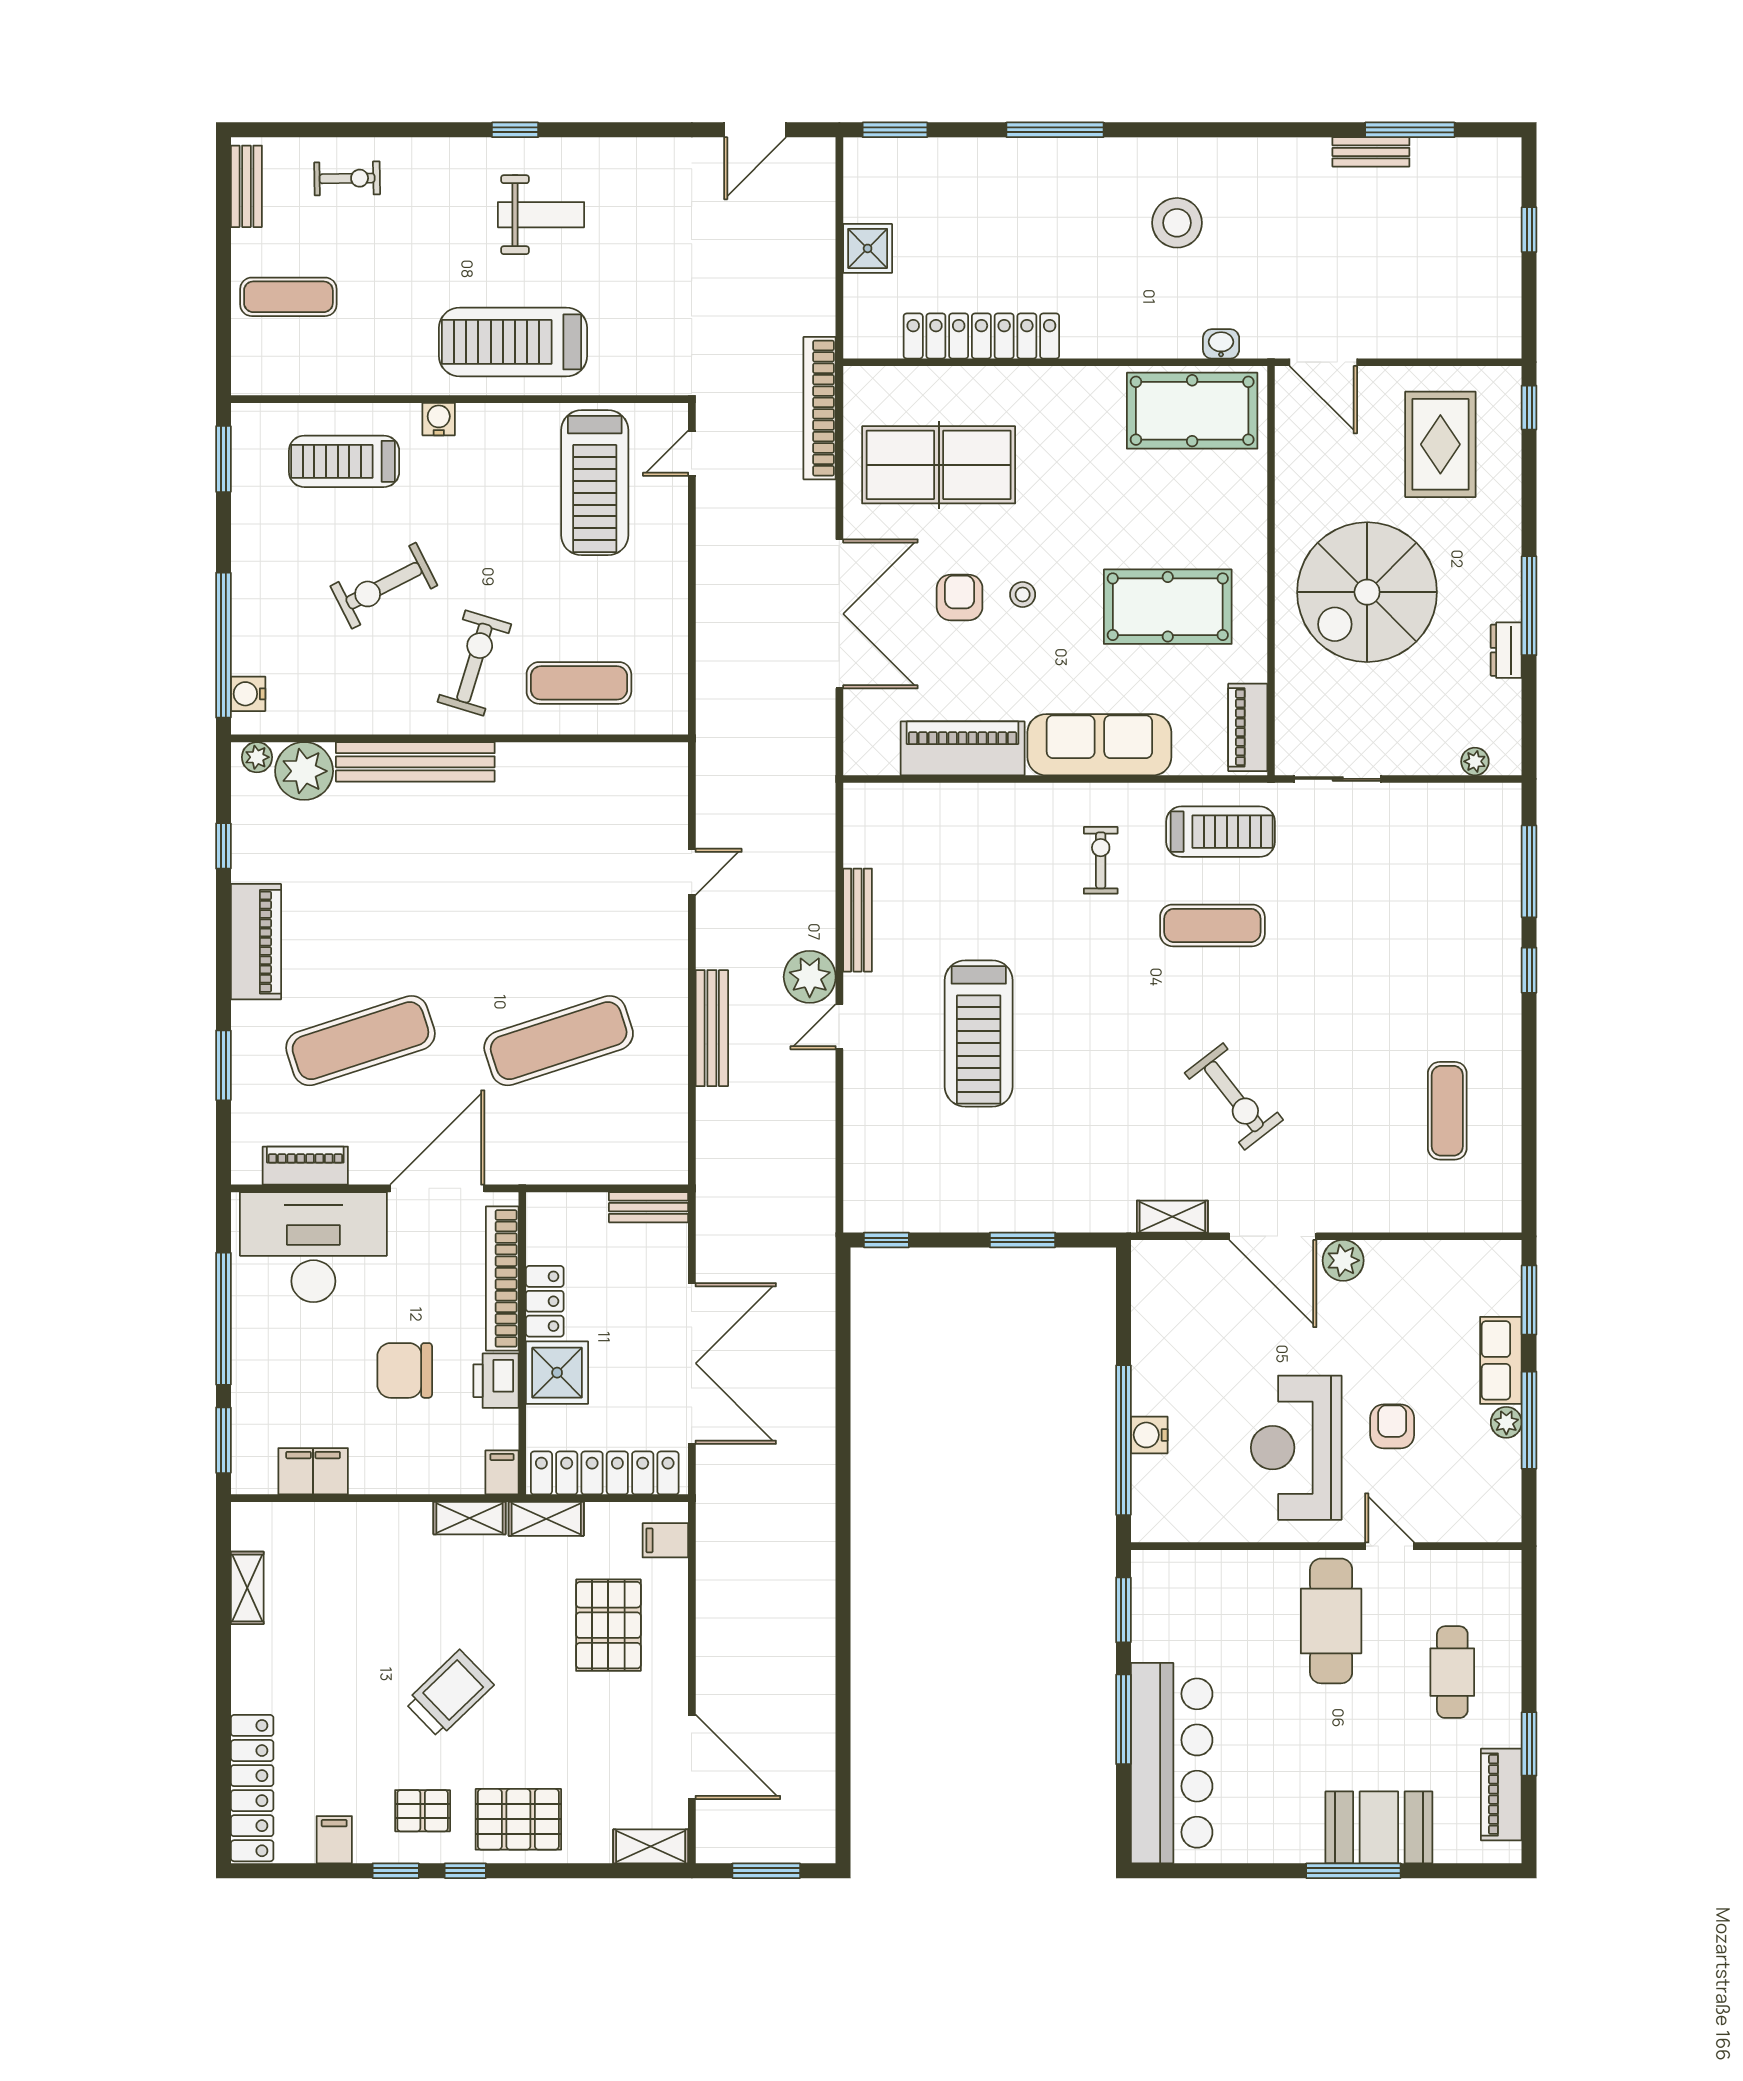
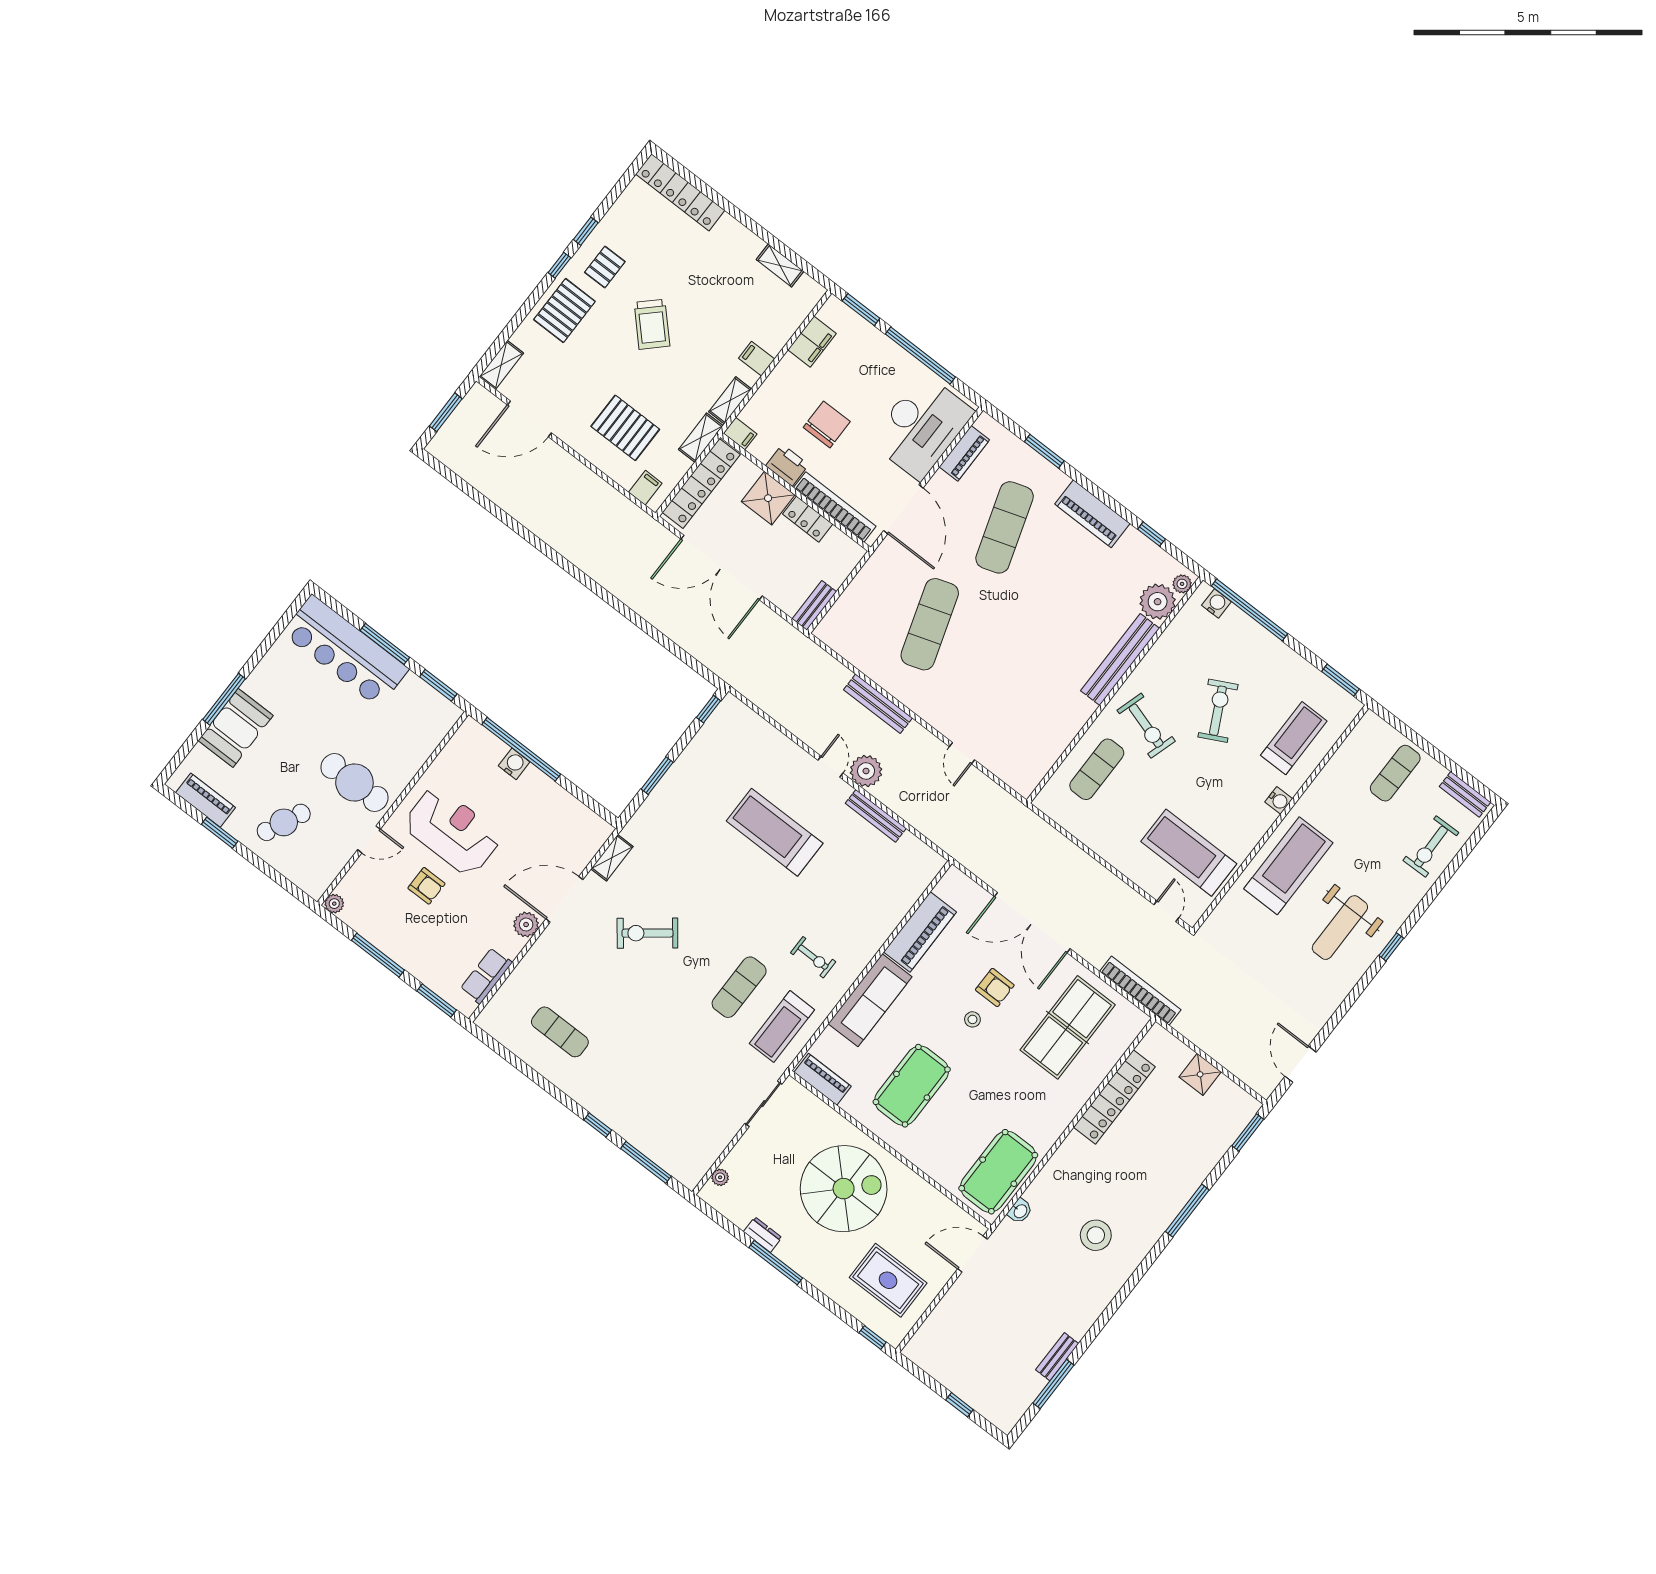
exercise bike: (347, 178) -> (1431, 847), width x1.38, depth x1.39
weight bench: (541, 215) -> (1340, 928), width x1.36, depth x1.33
spiral stairs: (1367, 592) -> (844, 1189), turned 90
row of seats: (1501, 1360) -> (486, 976), moved, turned -90
plant: (1506, 1422) -> (334, 904), moved
cafe table: (1452, 1672) -> (284, 822), turned -65
filing cabinet: (334, 1840) -> (757, 359), moved, turned 180

